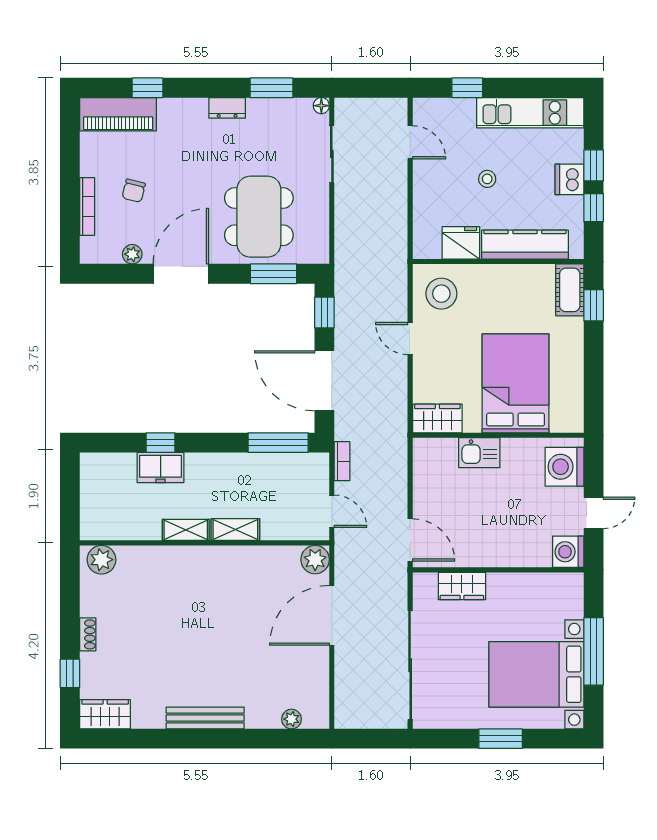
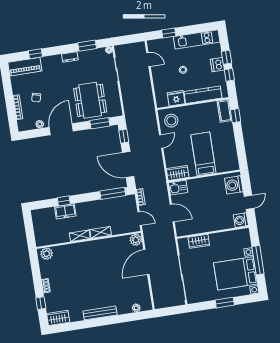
door: (410, 338) -> (161, 141), swing flipped
bed: (516, 383) -> (203, 154), width x0.67
kitchen sink: (479, 453) -> (178, 188), moved
door: (410, 540) -> (172, 213), moved

